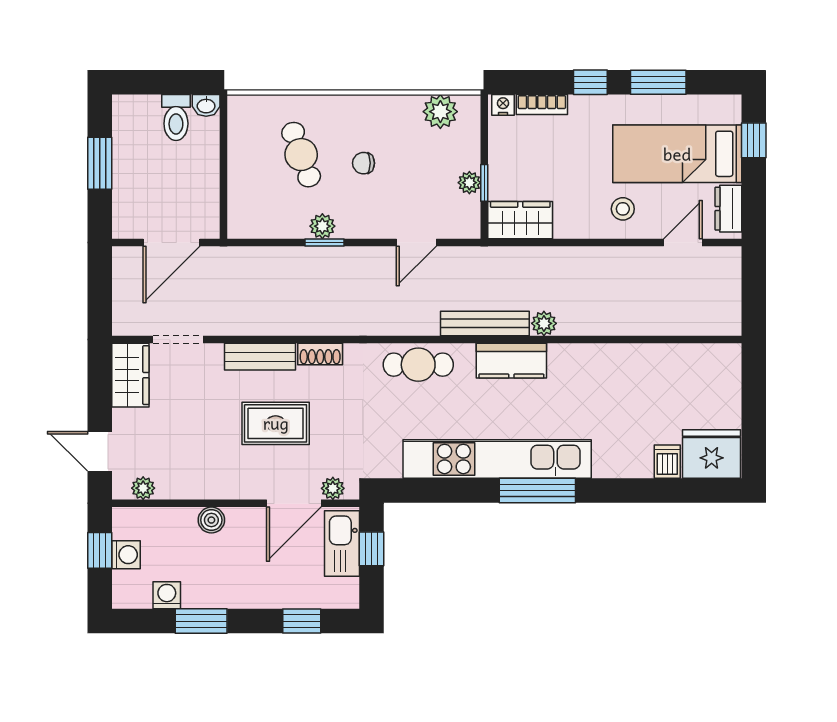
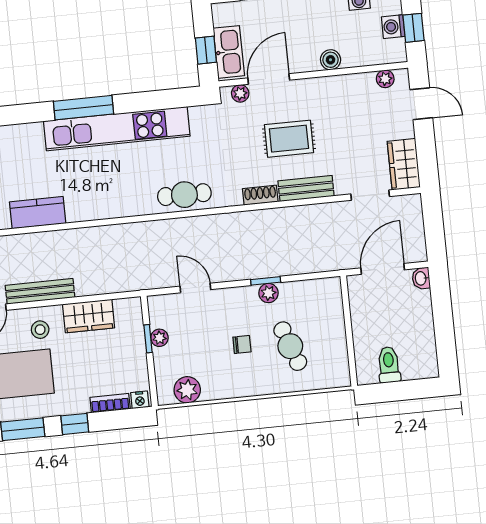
washbasin: (206, 105) -> (421, 278), moved, turned -90
window: (100, 163) -> (444, 324), removed
wardrobe: (520, 220) -> (89, 316), moved
door: (416, 242) -> (195, 288), hinge flipped
bench: (485, 323) -> (40, 291), moved
plant: (544, 323) -> (91, 236), removed
kitchen counter: (511, 361) -> (38, 213), moved

